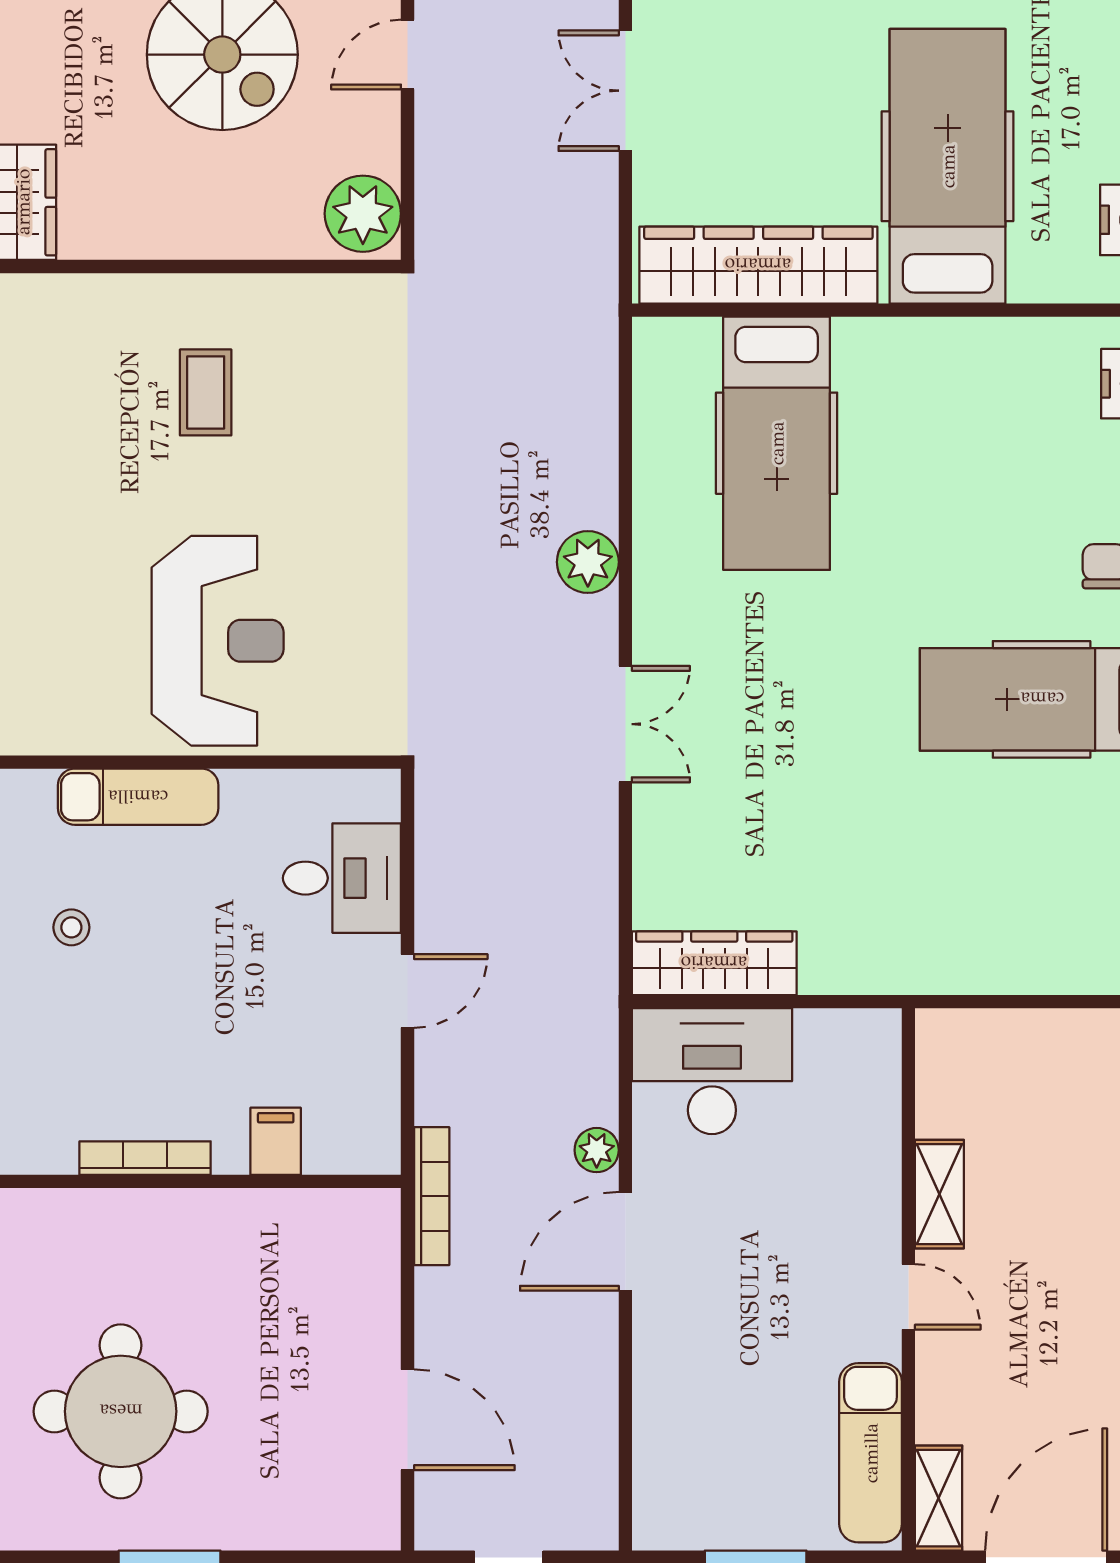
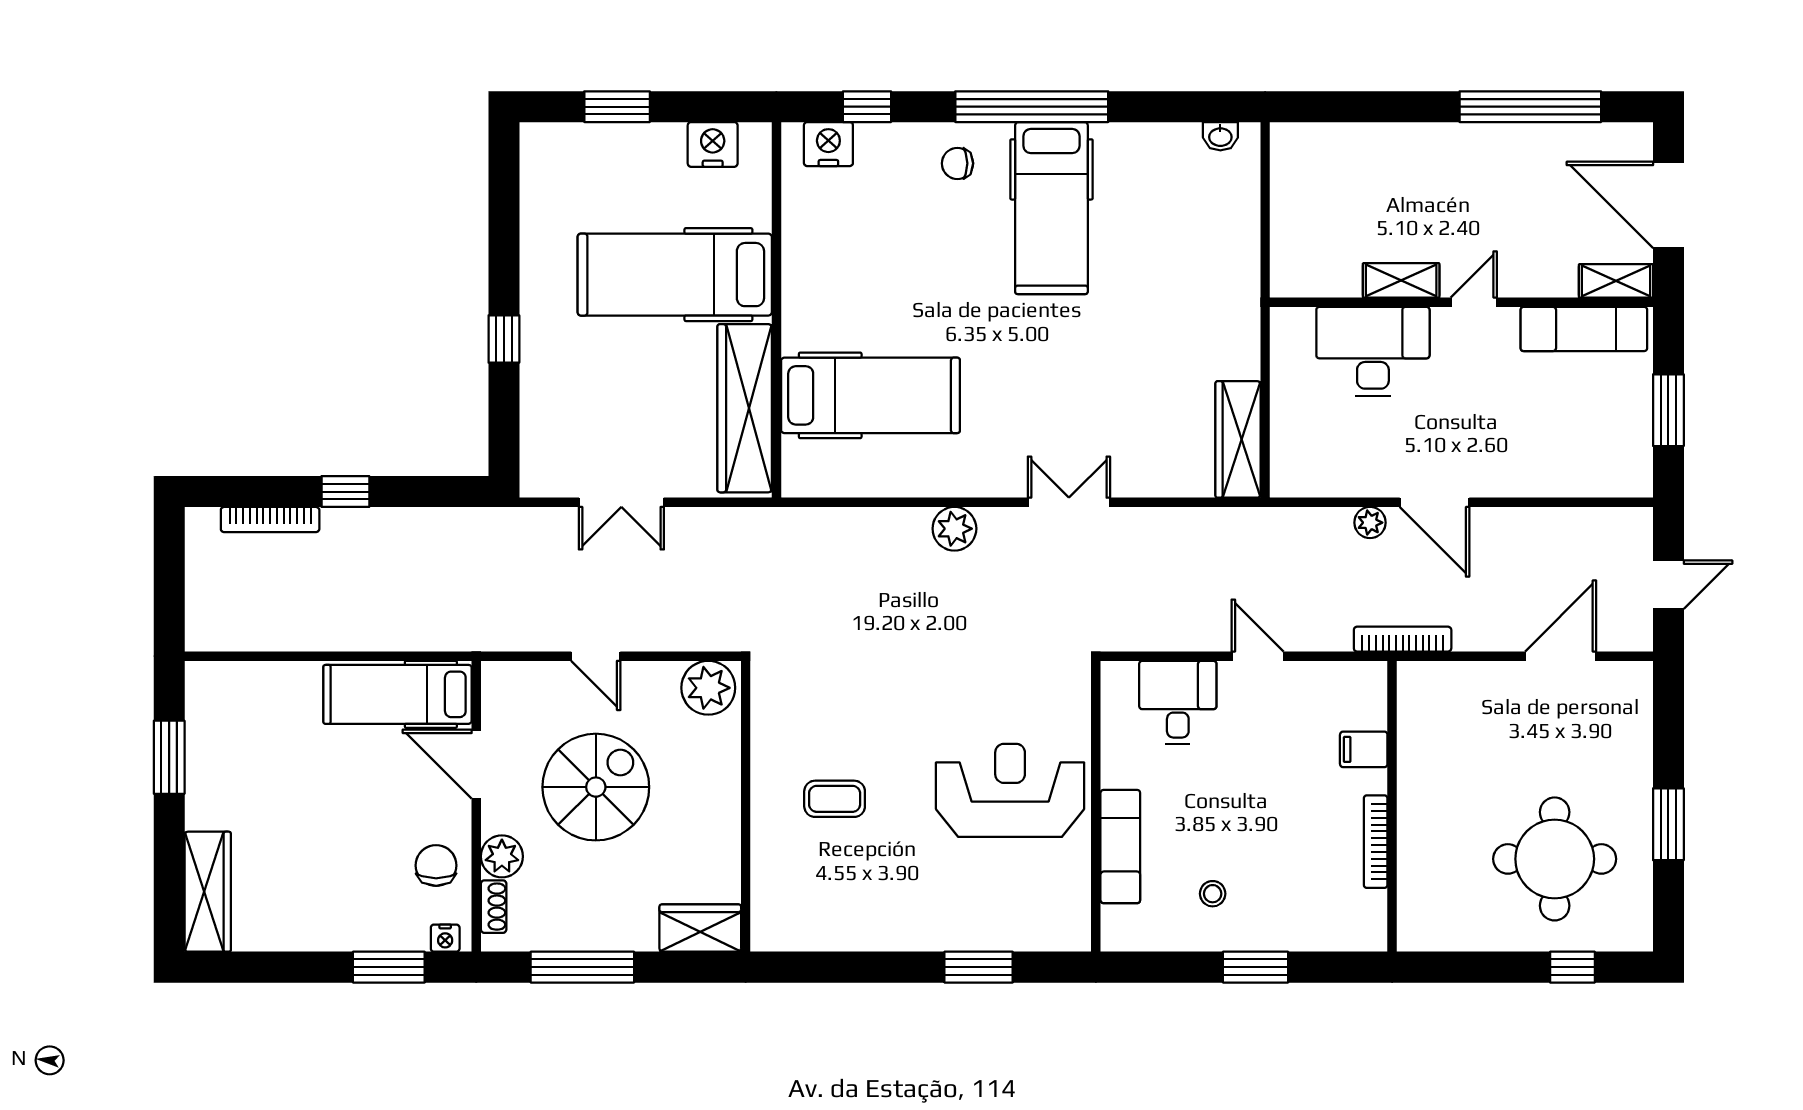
desk: (712, 1071) -> (1373, 351), moved, turned 90

